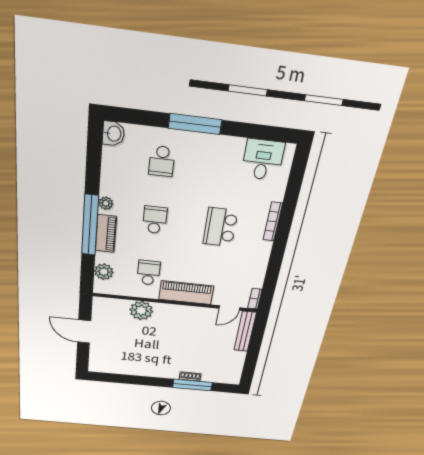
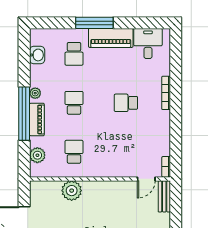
washbasin: (113, 134) -> (37, 55), moved
school desk: (220, 227) -> (126, 103), width x0.54
piano: (186, 293) -> (111, 38), moved, turned 180
bench: (245, 331) -> (164, 196), width x0.73

